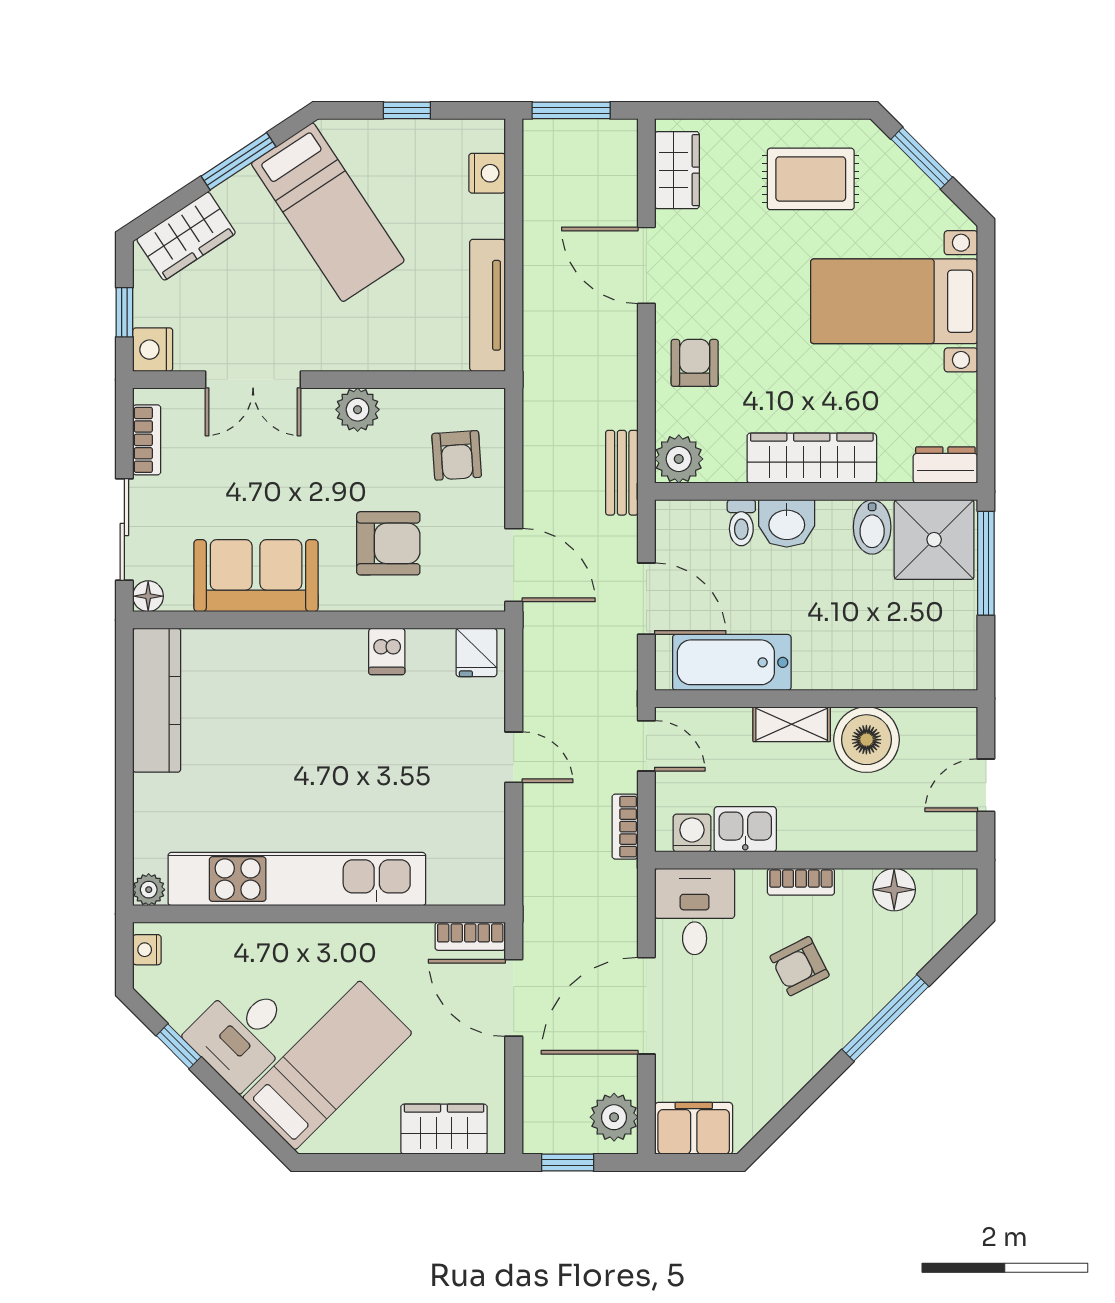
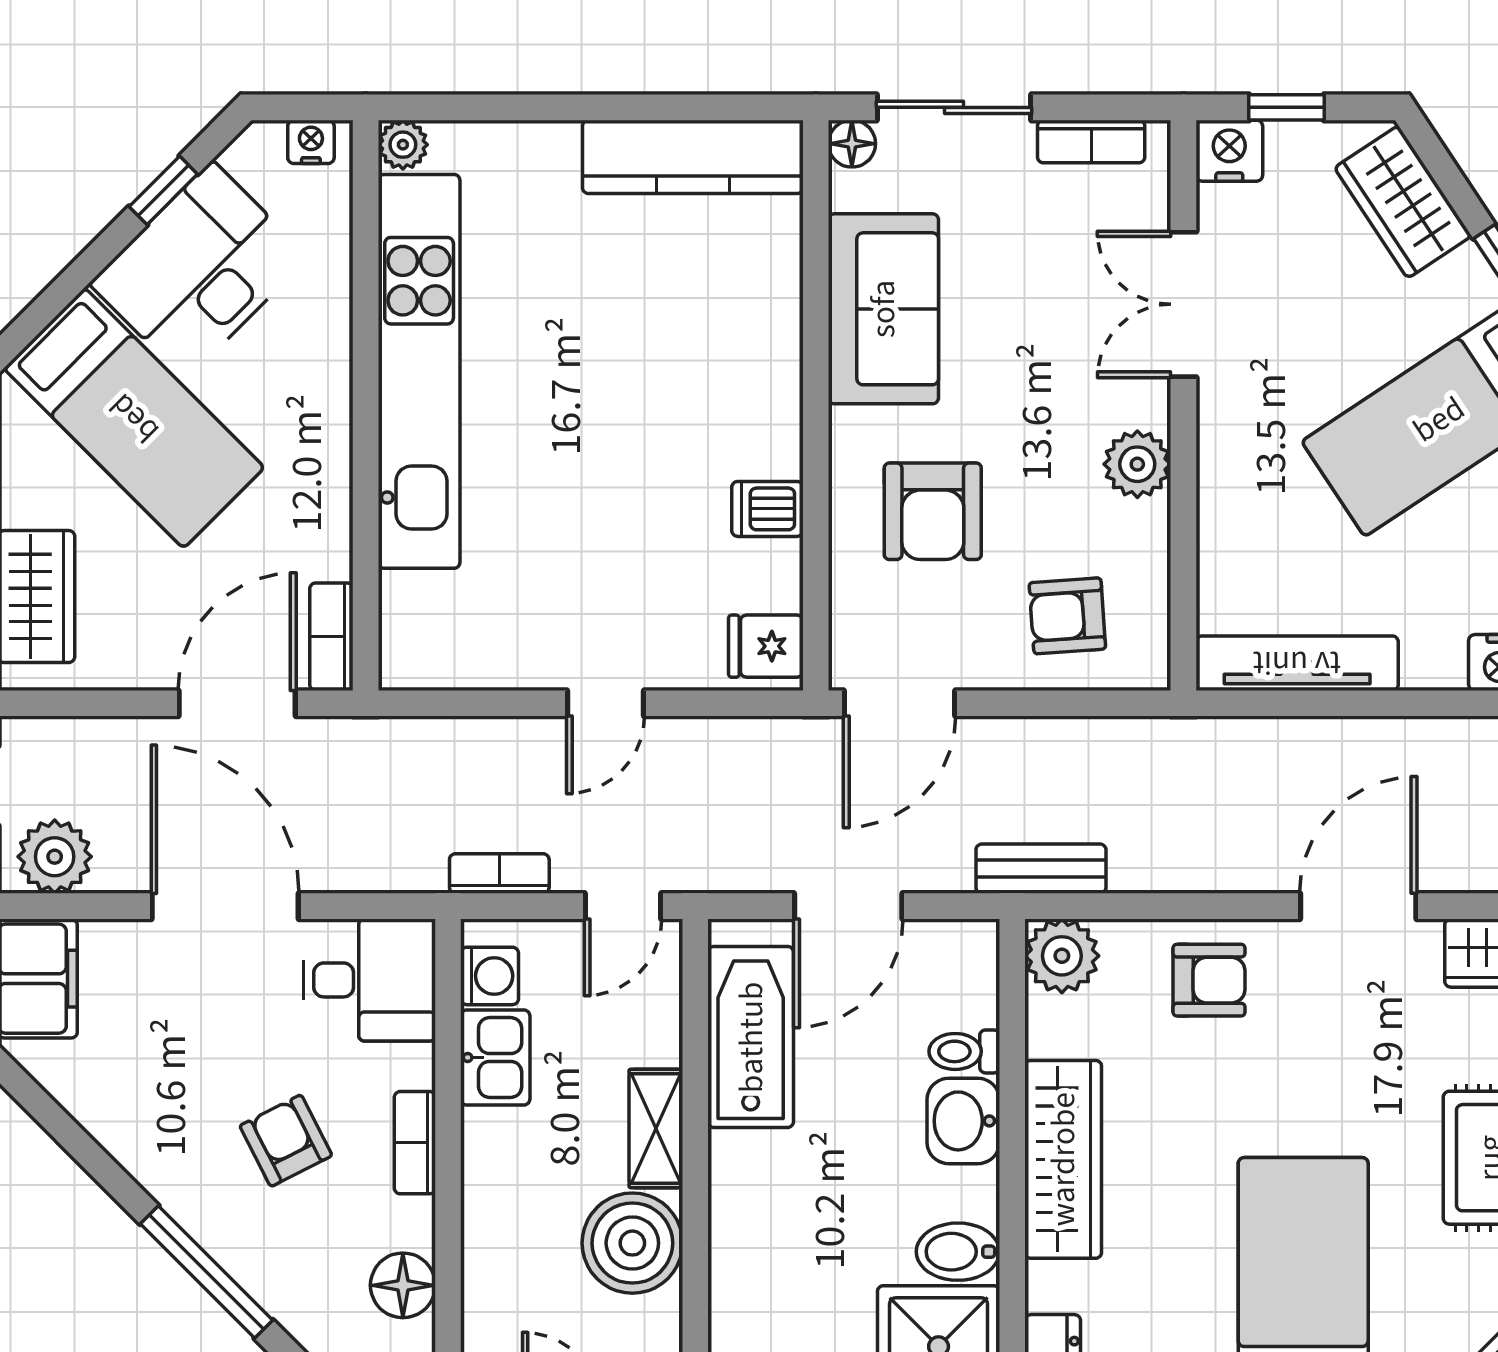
desk: (242, 1034) -> (199, 270), width x1.37

